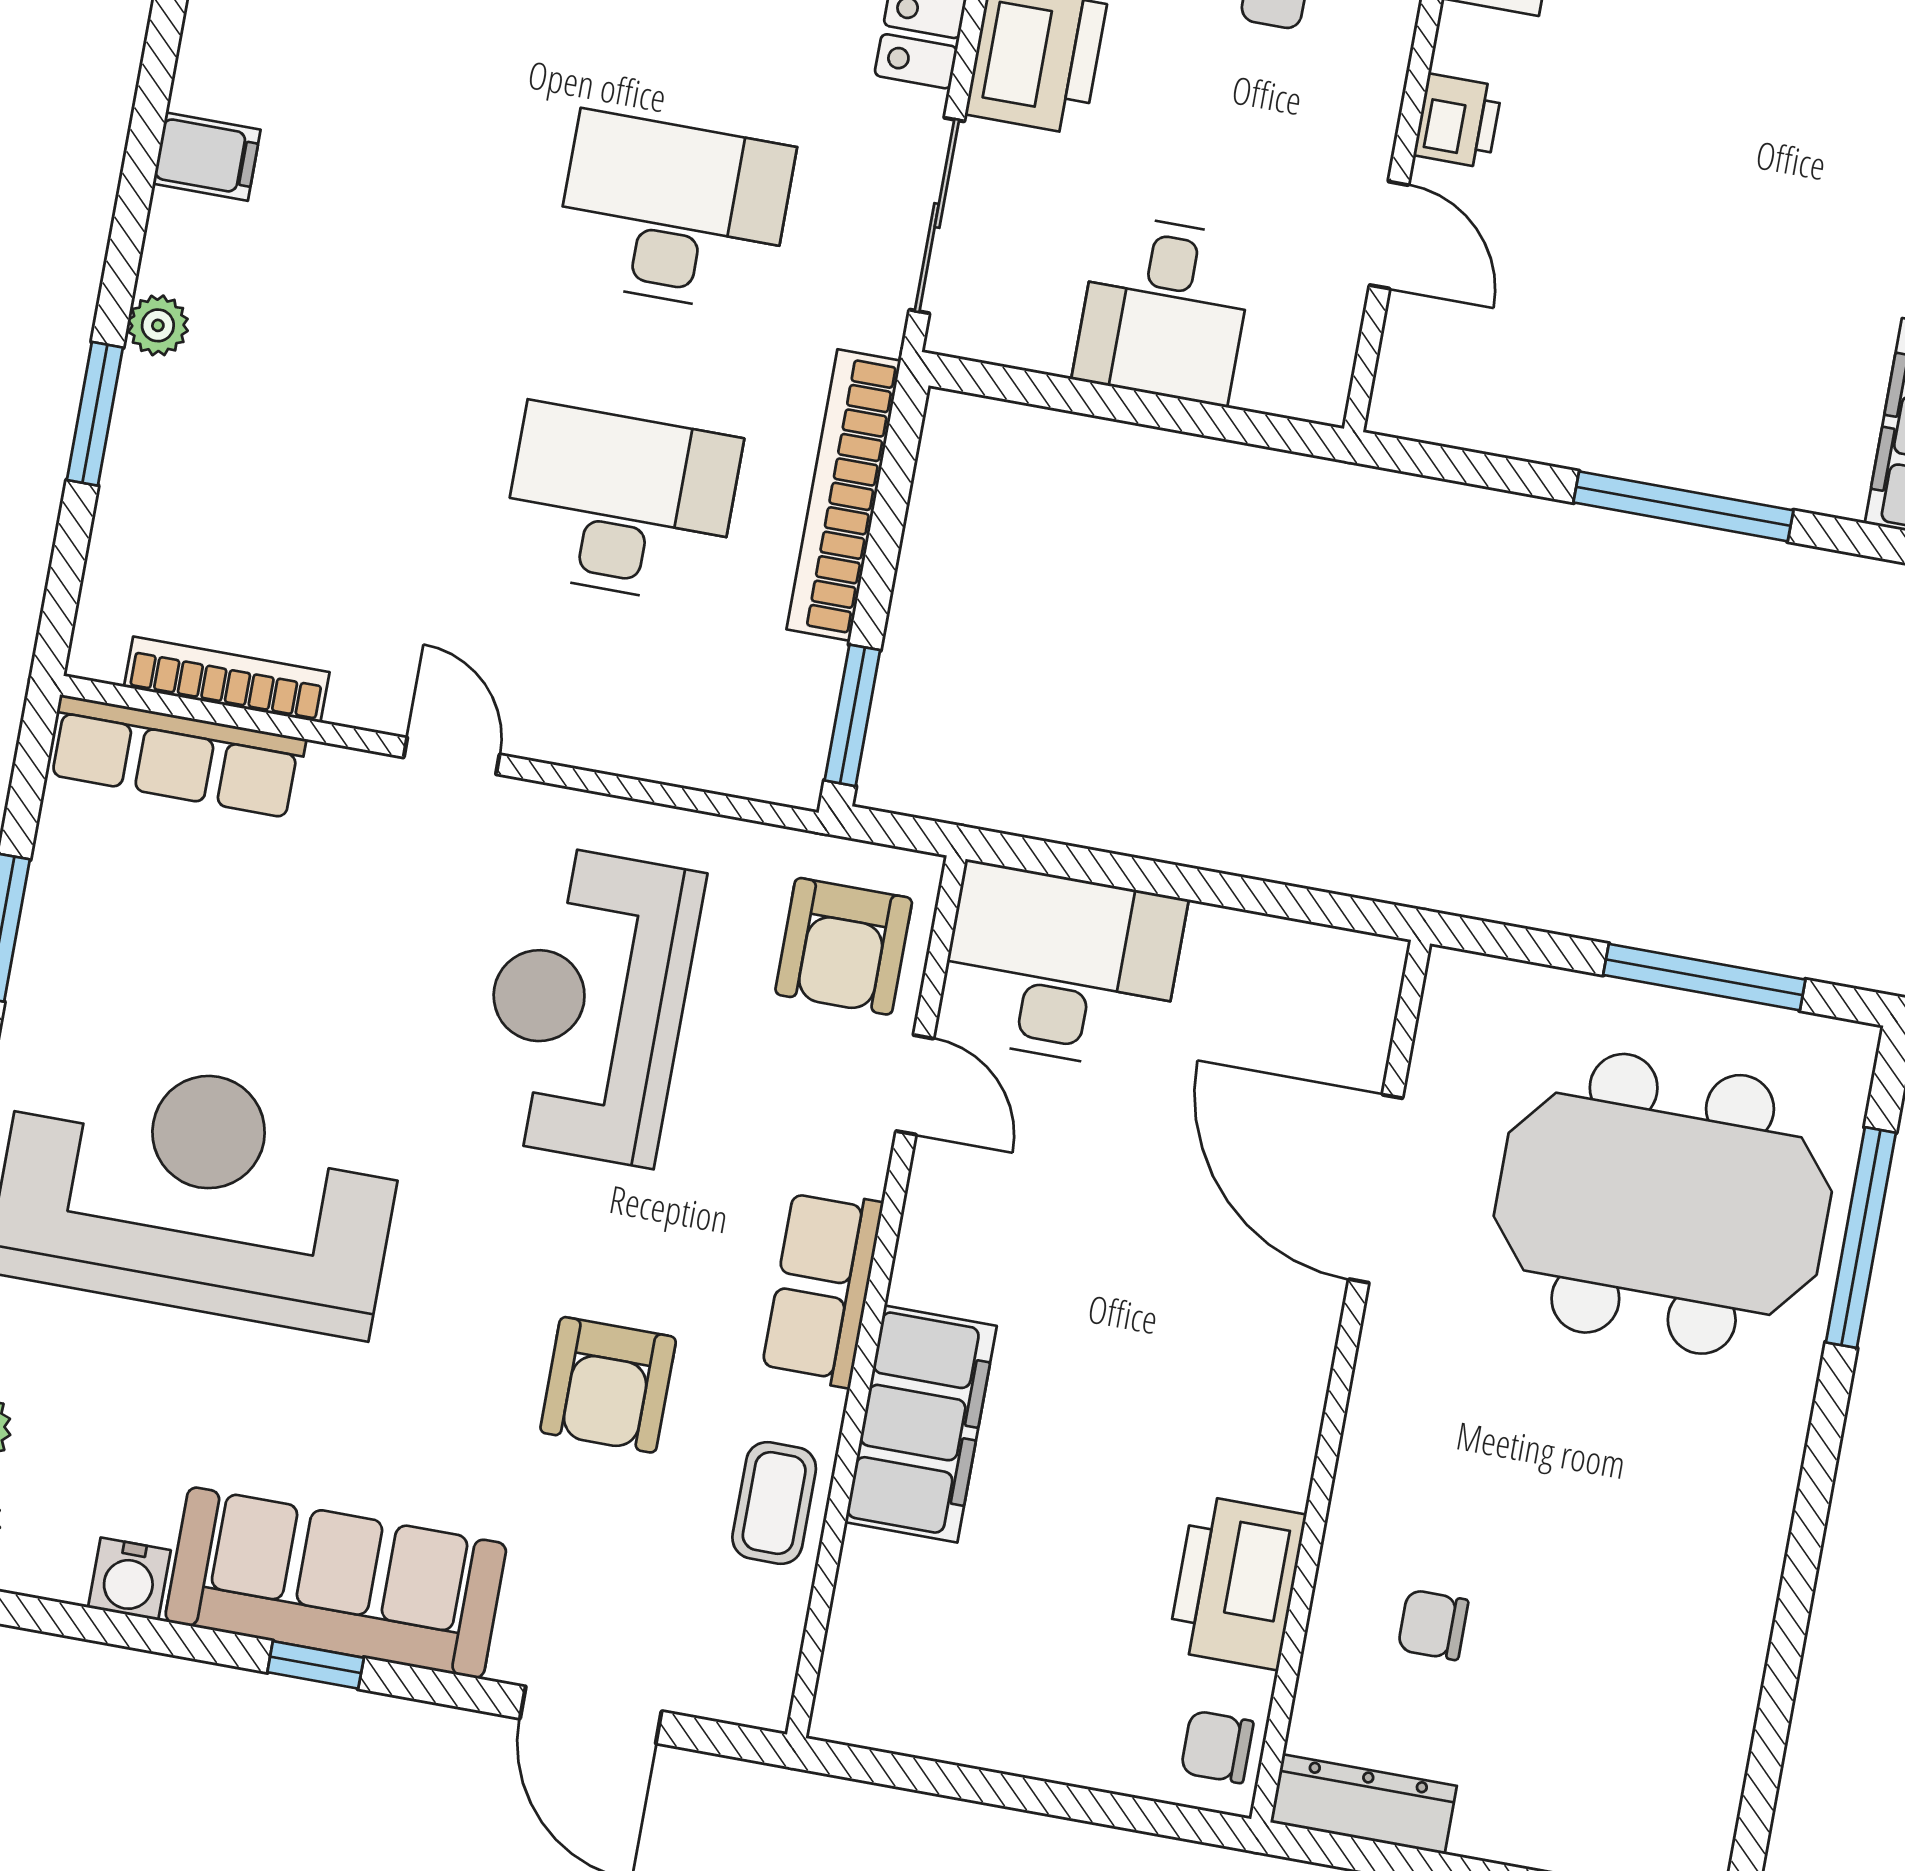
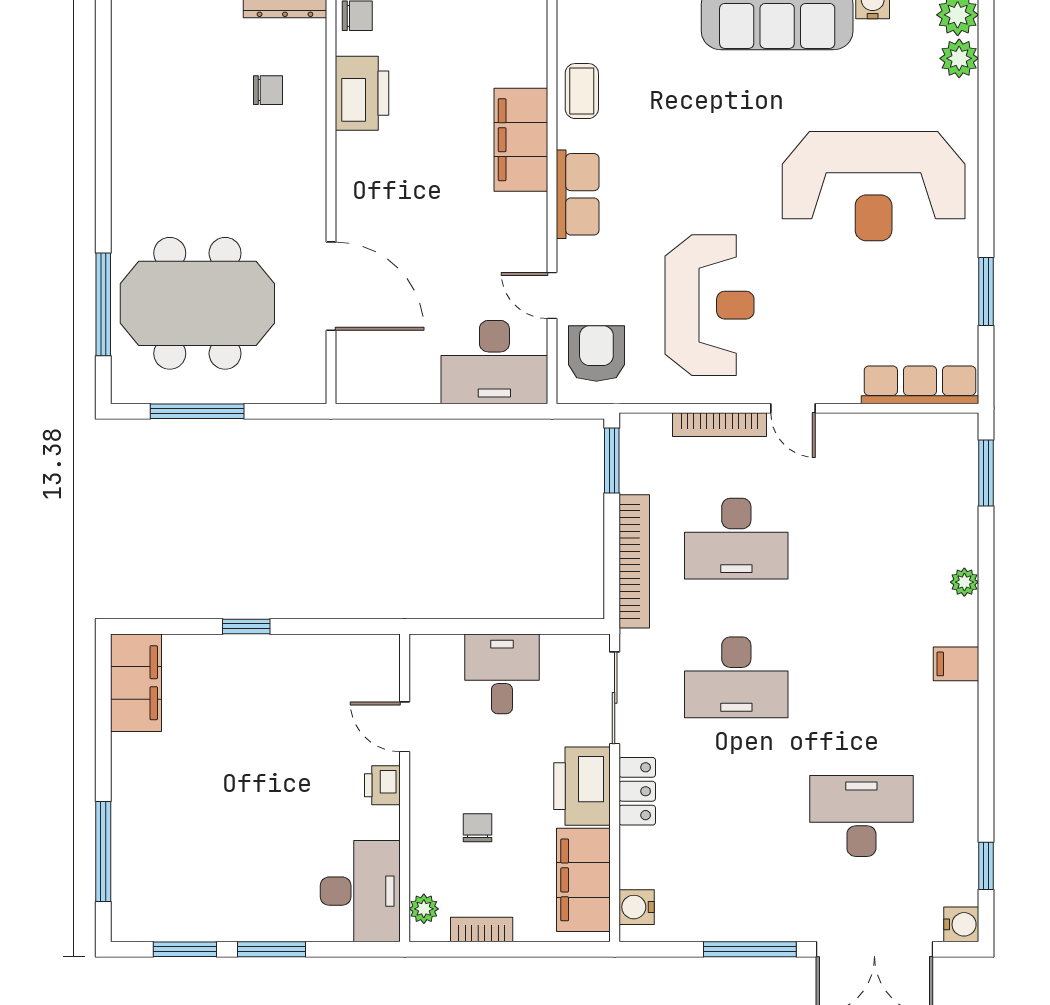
window: (95, 414) -> (986, 473), moved
window: (1683, 506) -> (246, 626), width x0.46
bookcase: (227, 679) -> (719, 425), moved
armchair: (608, 1385) -> (668, 132), removed

